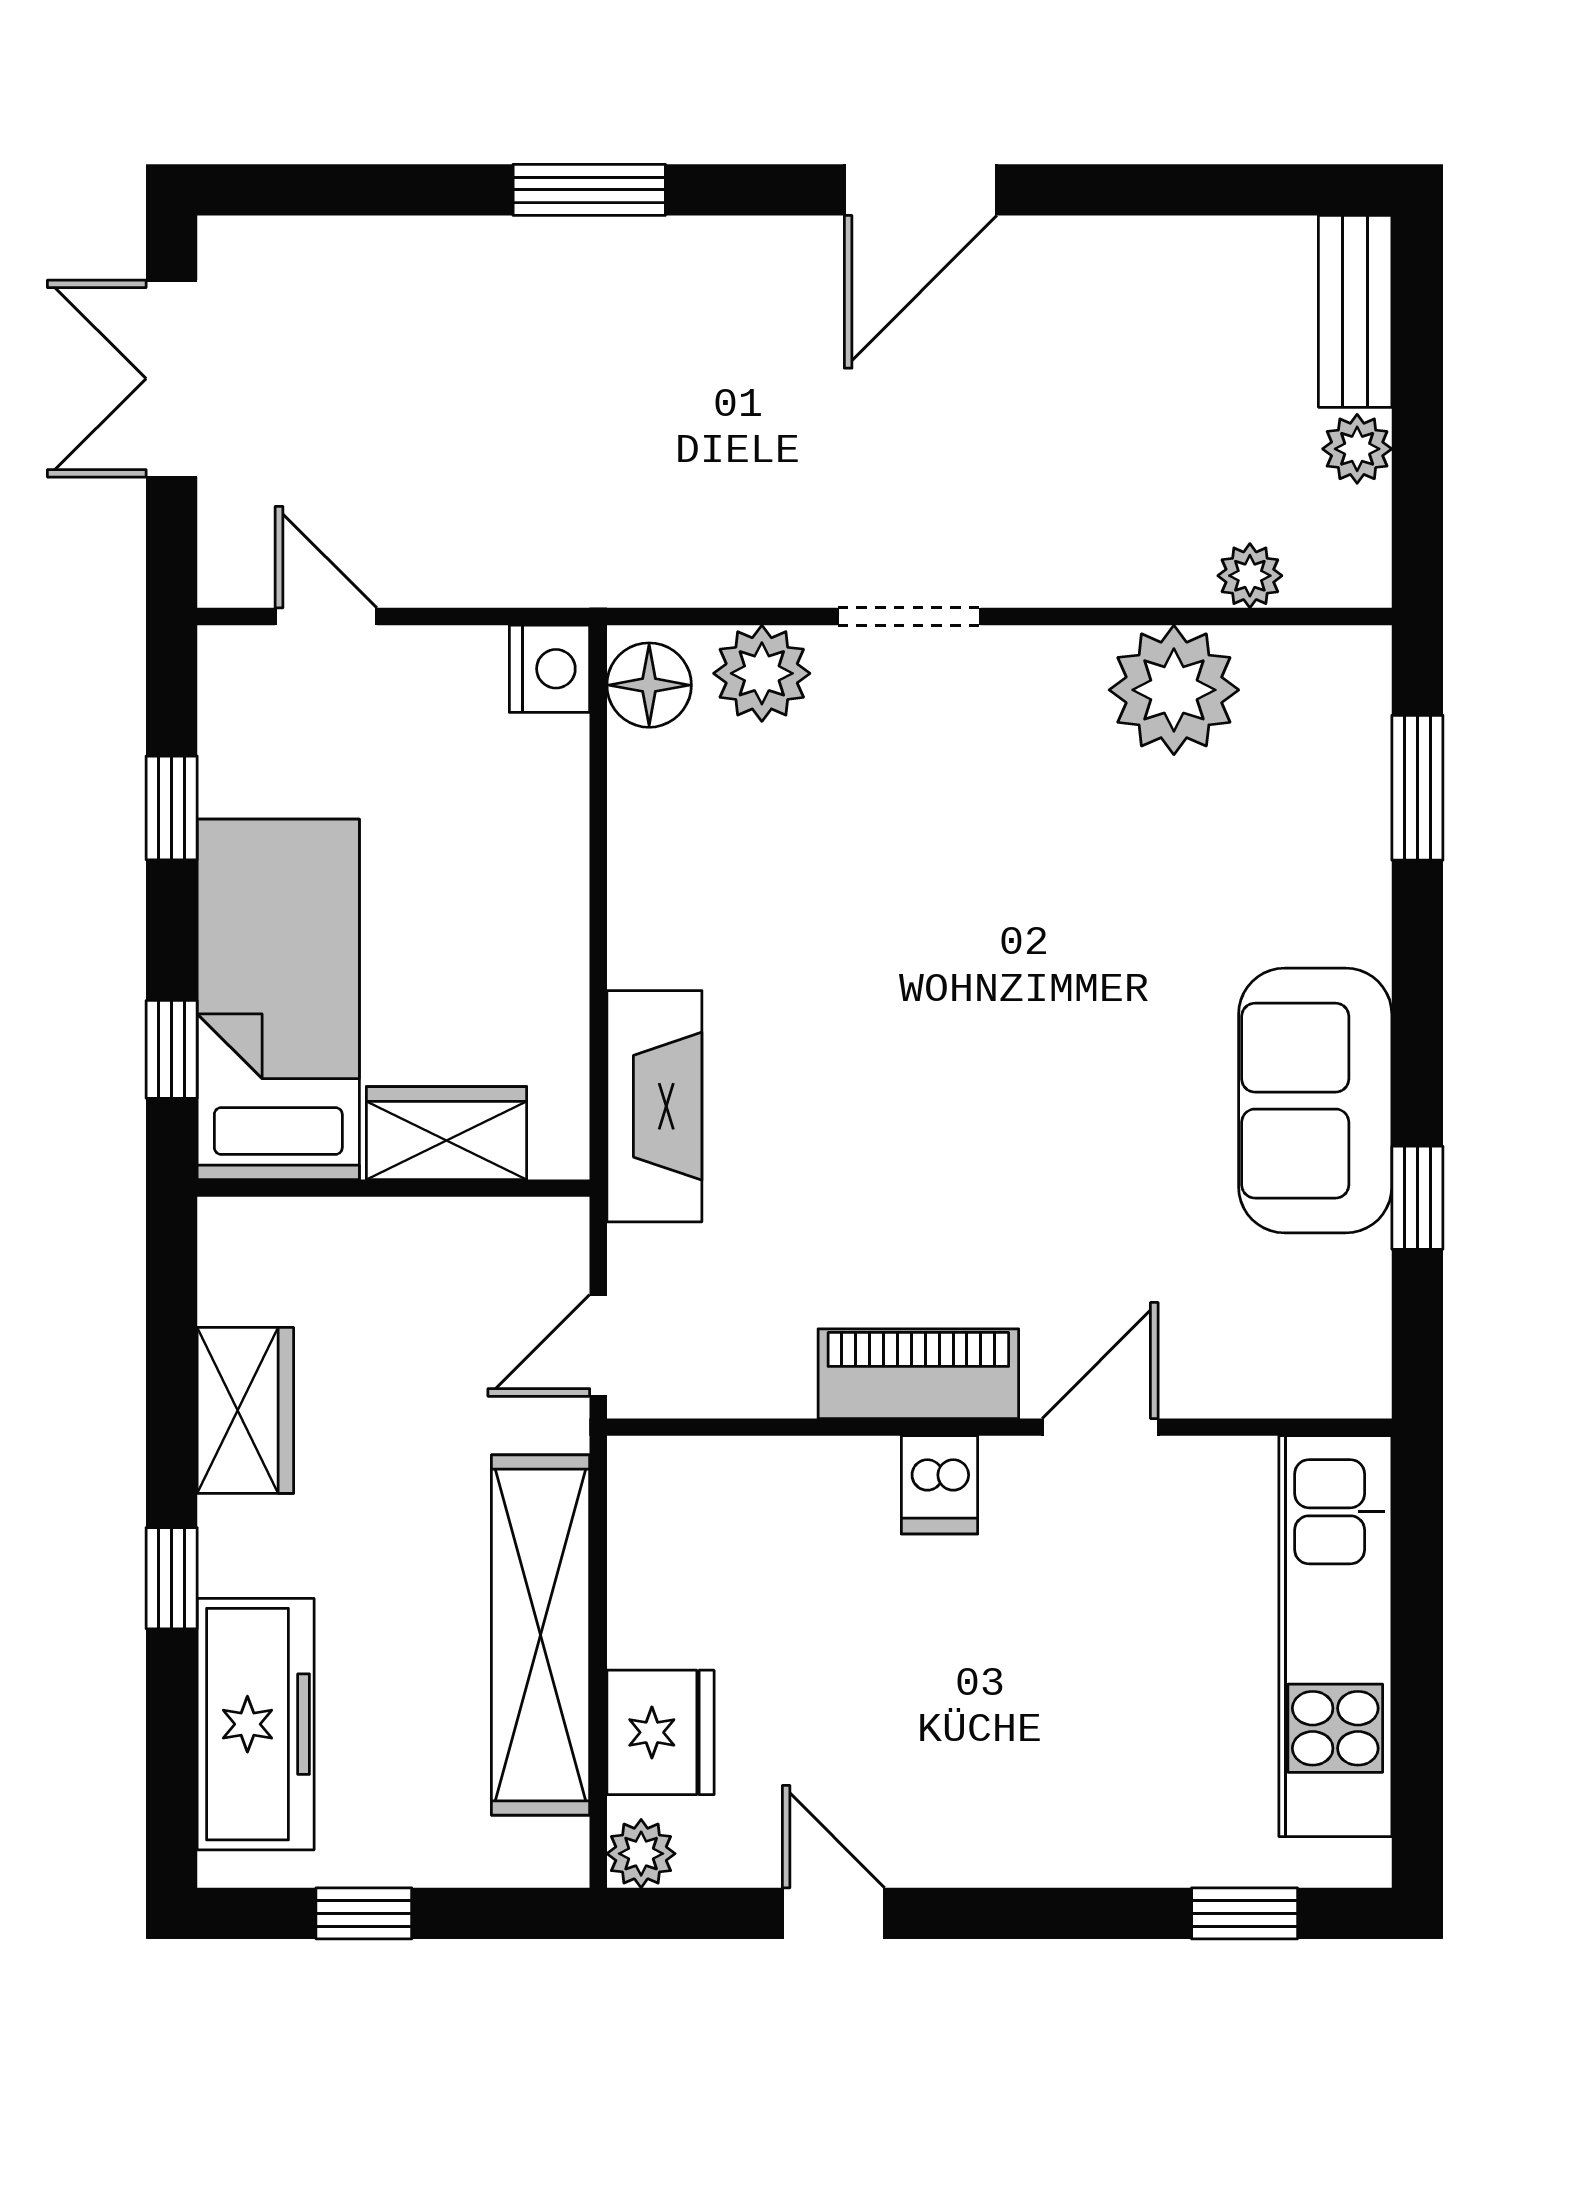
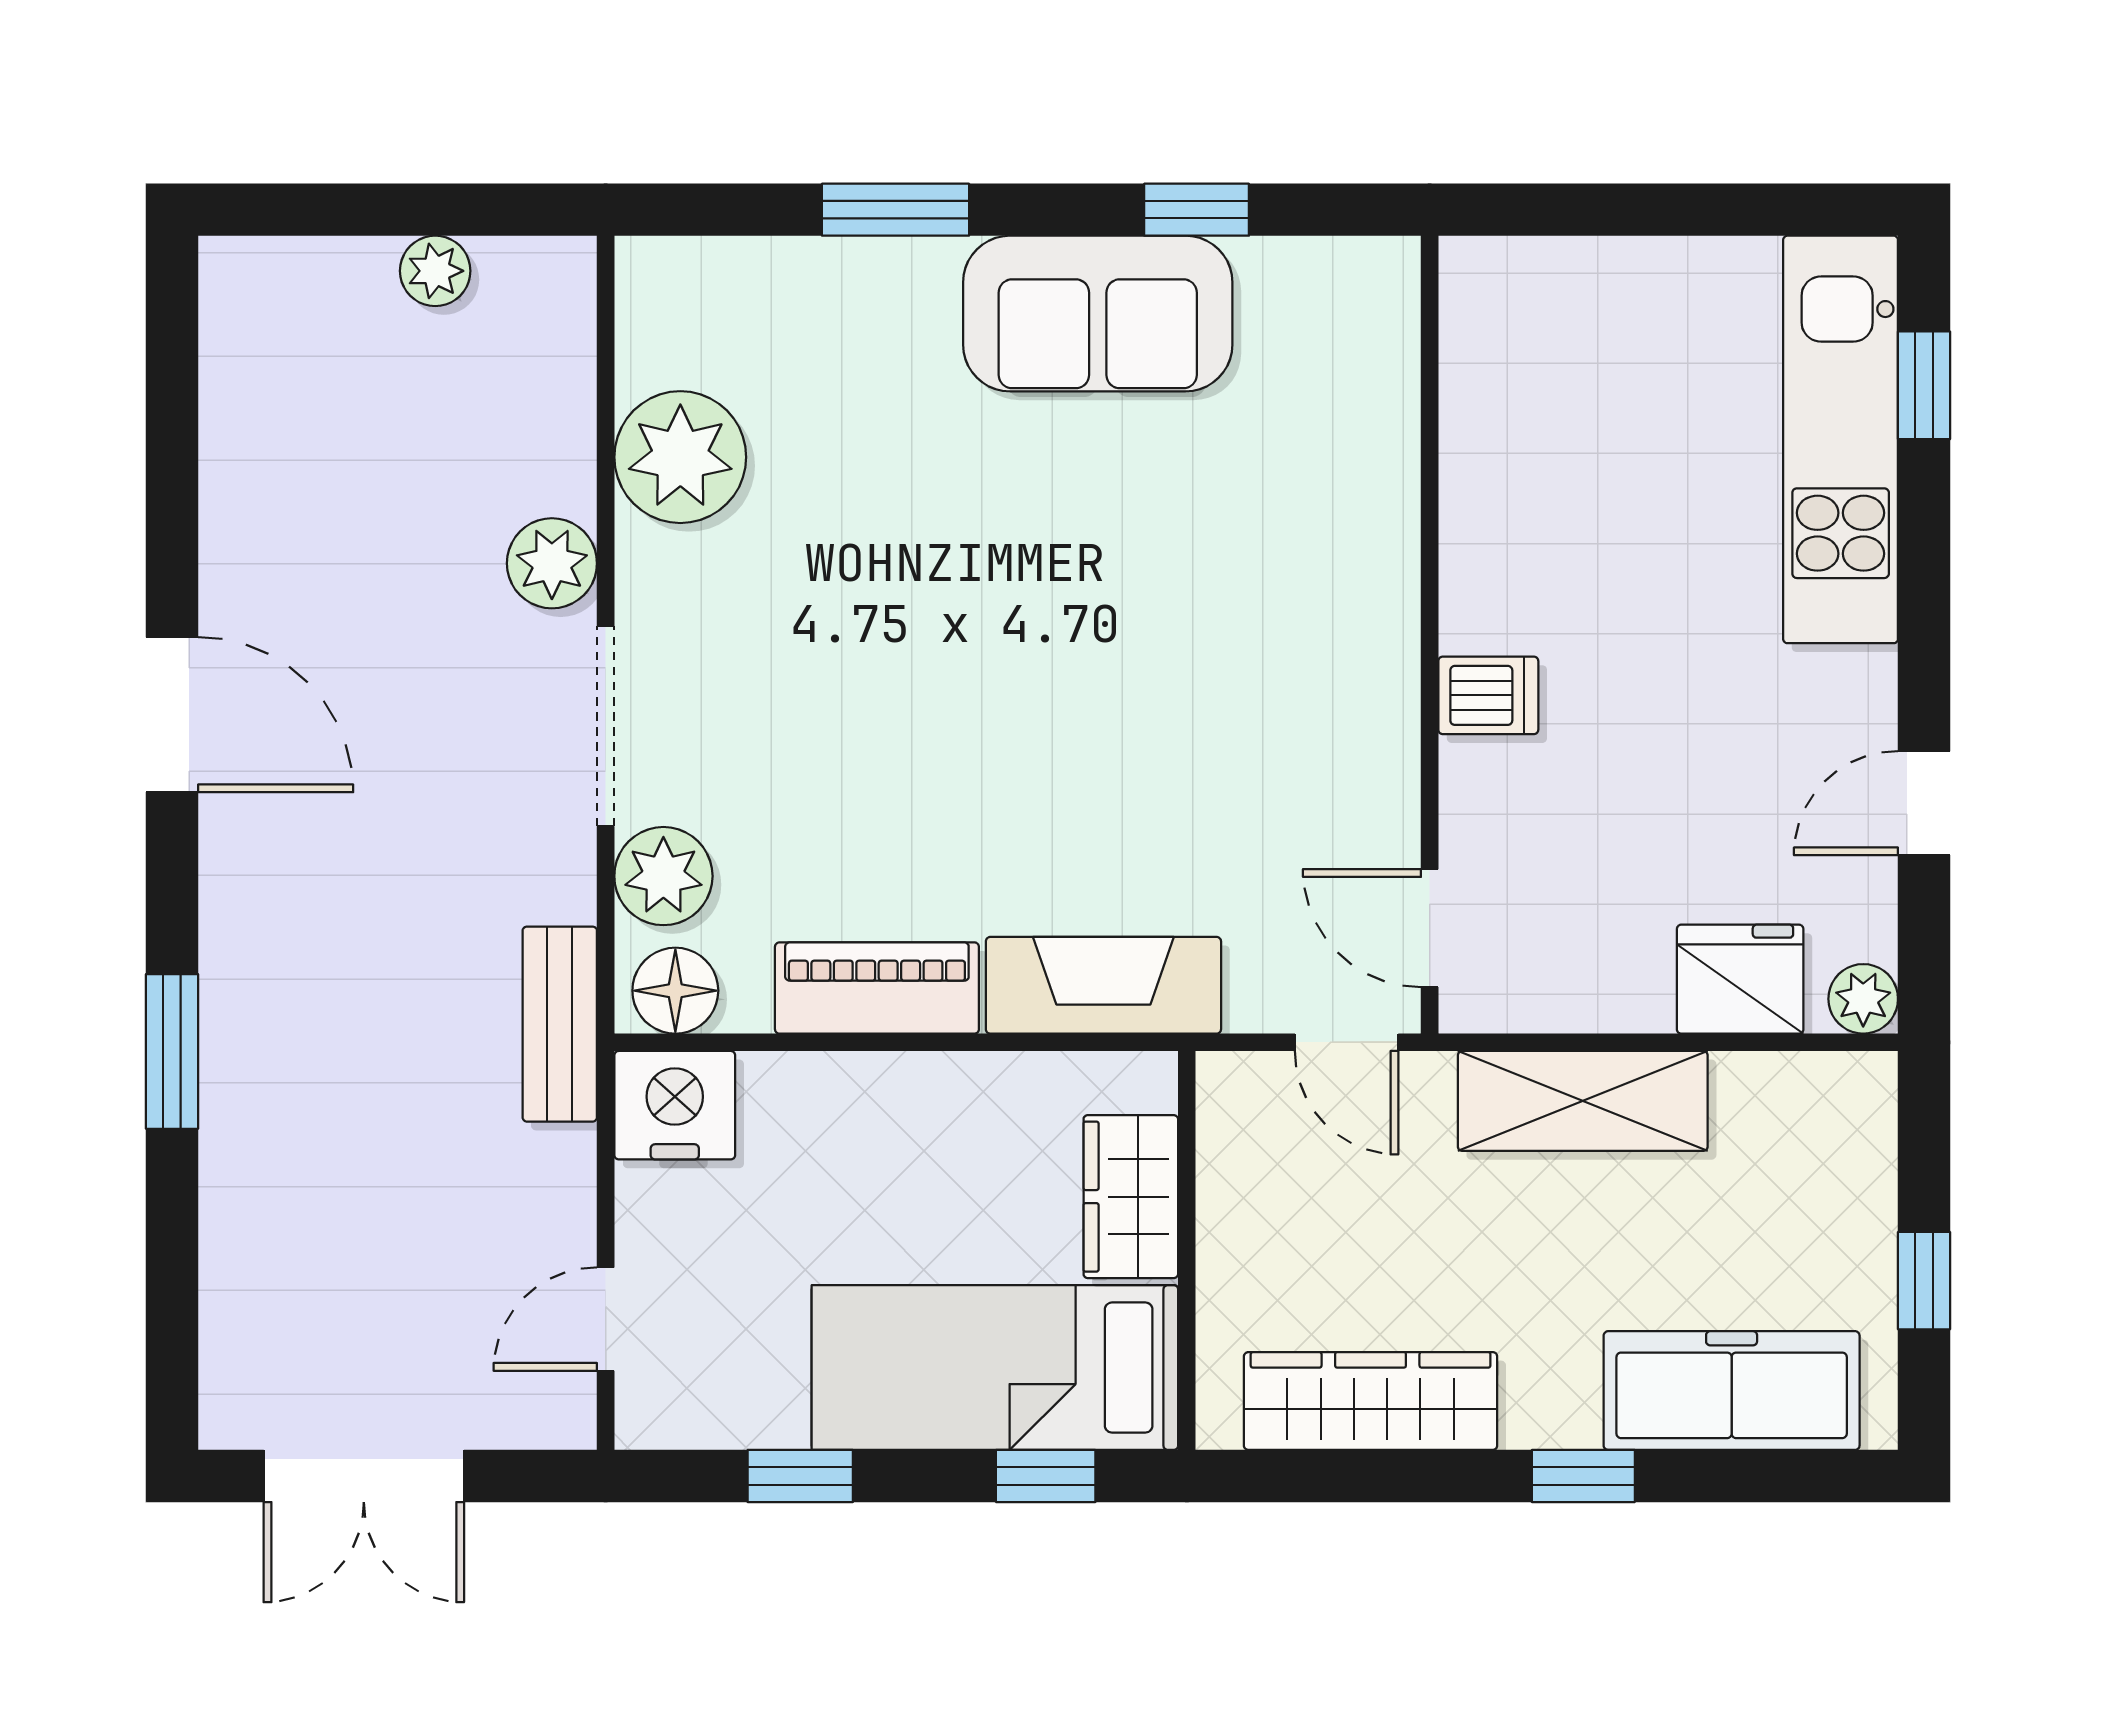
bench: (1355, 311) -> (560, 1024), moved, turned 90
plant: (1250, 576) -> (552, 563), moved, width x1.38, depth x1.38
doorway: (909, 616) -> (606, 726), width x1.38
nightstand: (550, 669) -> (675, 1105), width x1.36, depth x1.33
window: (1417, 788) -> (895, 210), moved
piano: (918, 1374) -> (877, 988), moved, turned 90
wardrobe: (245, 1410) -> (1371, 1401), width x1.50
door: (1100, 1427) -> (1430, 928), moved
shelving: (541, 1635) -> (1583, 1101), width x0.68
kitchen unit: (1335, 1636) -> (1841, 439), moved, turned 90

